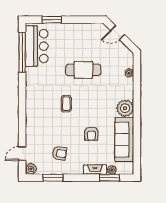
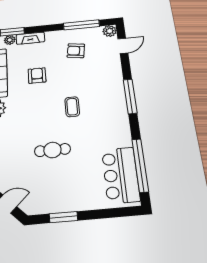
window: (52, 20) -> (63, 217), moved
cafe table: (83, 70) -> (52, 150), width x0.73, depth x0.74
window: (22, 108) -> (130, 96), added
window: (53, 178) -> (81, 25), width x1.44

